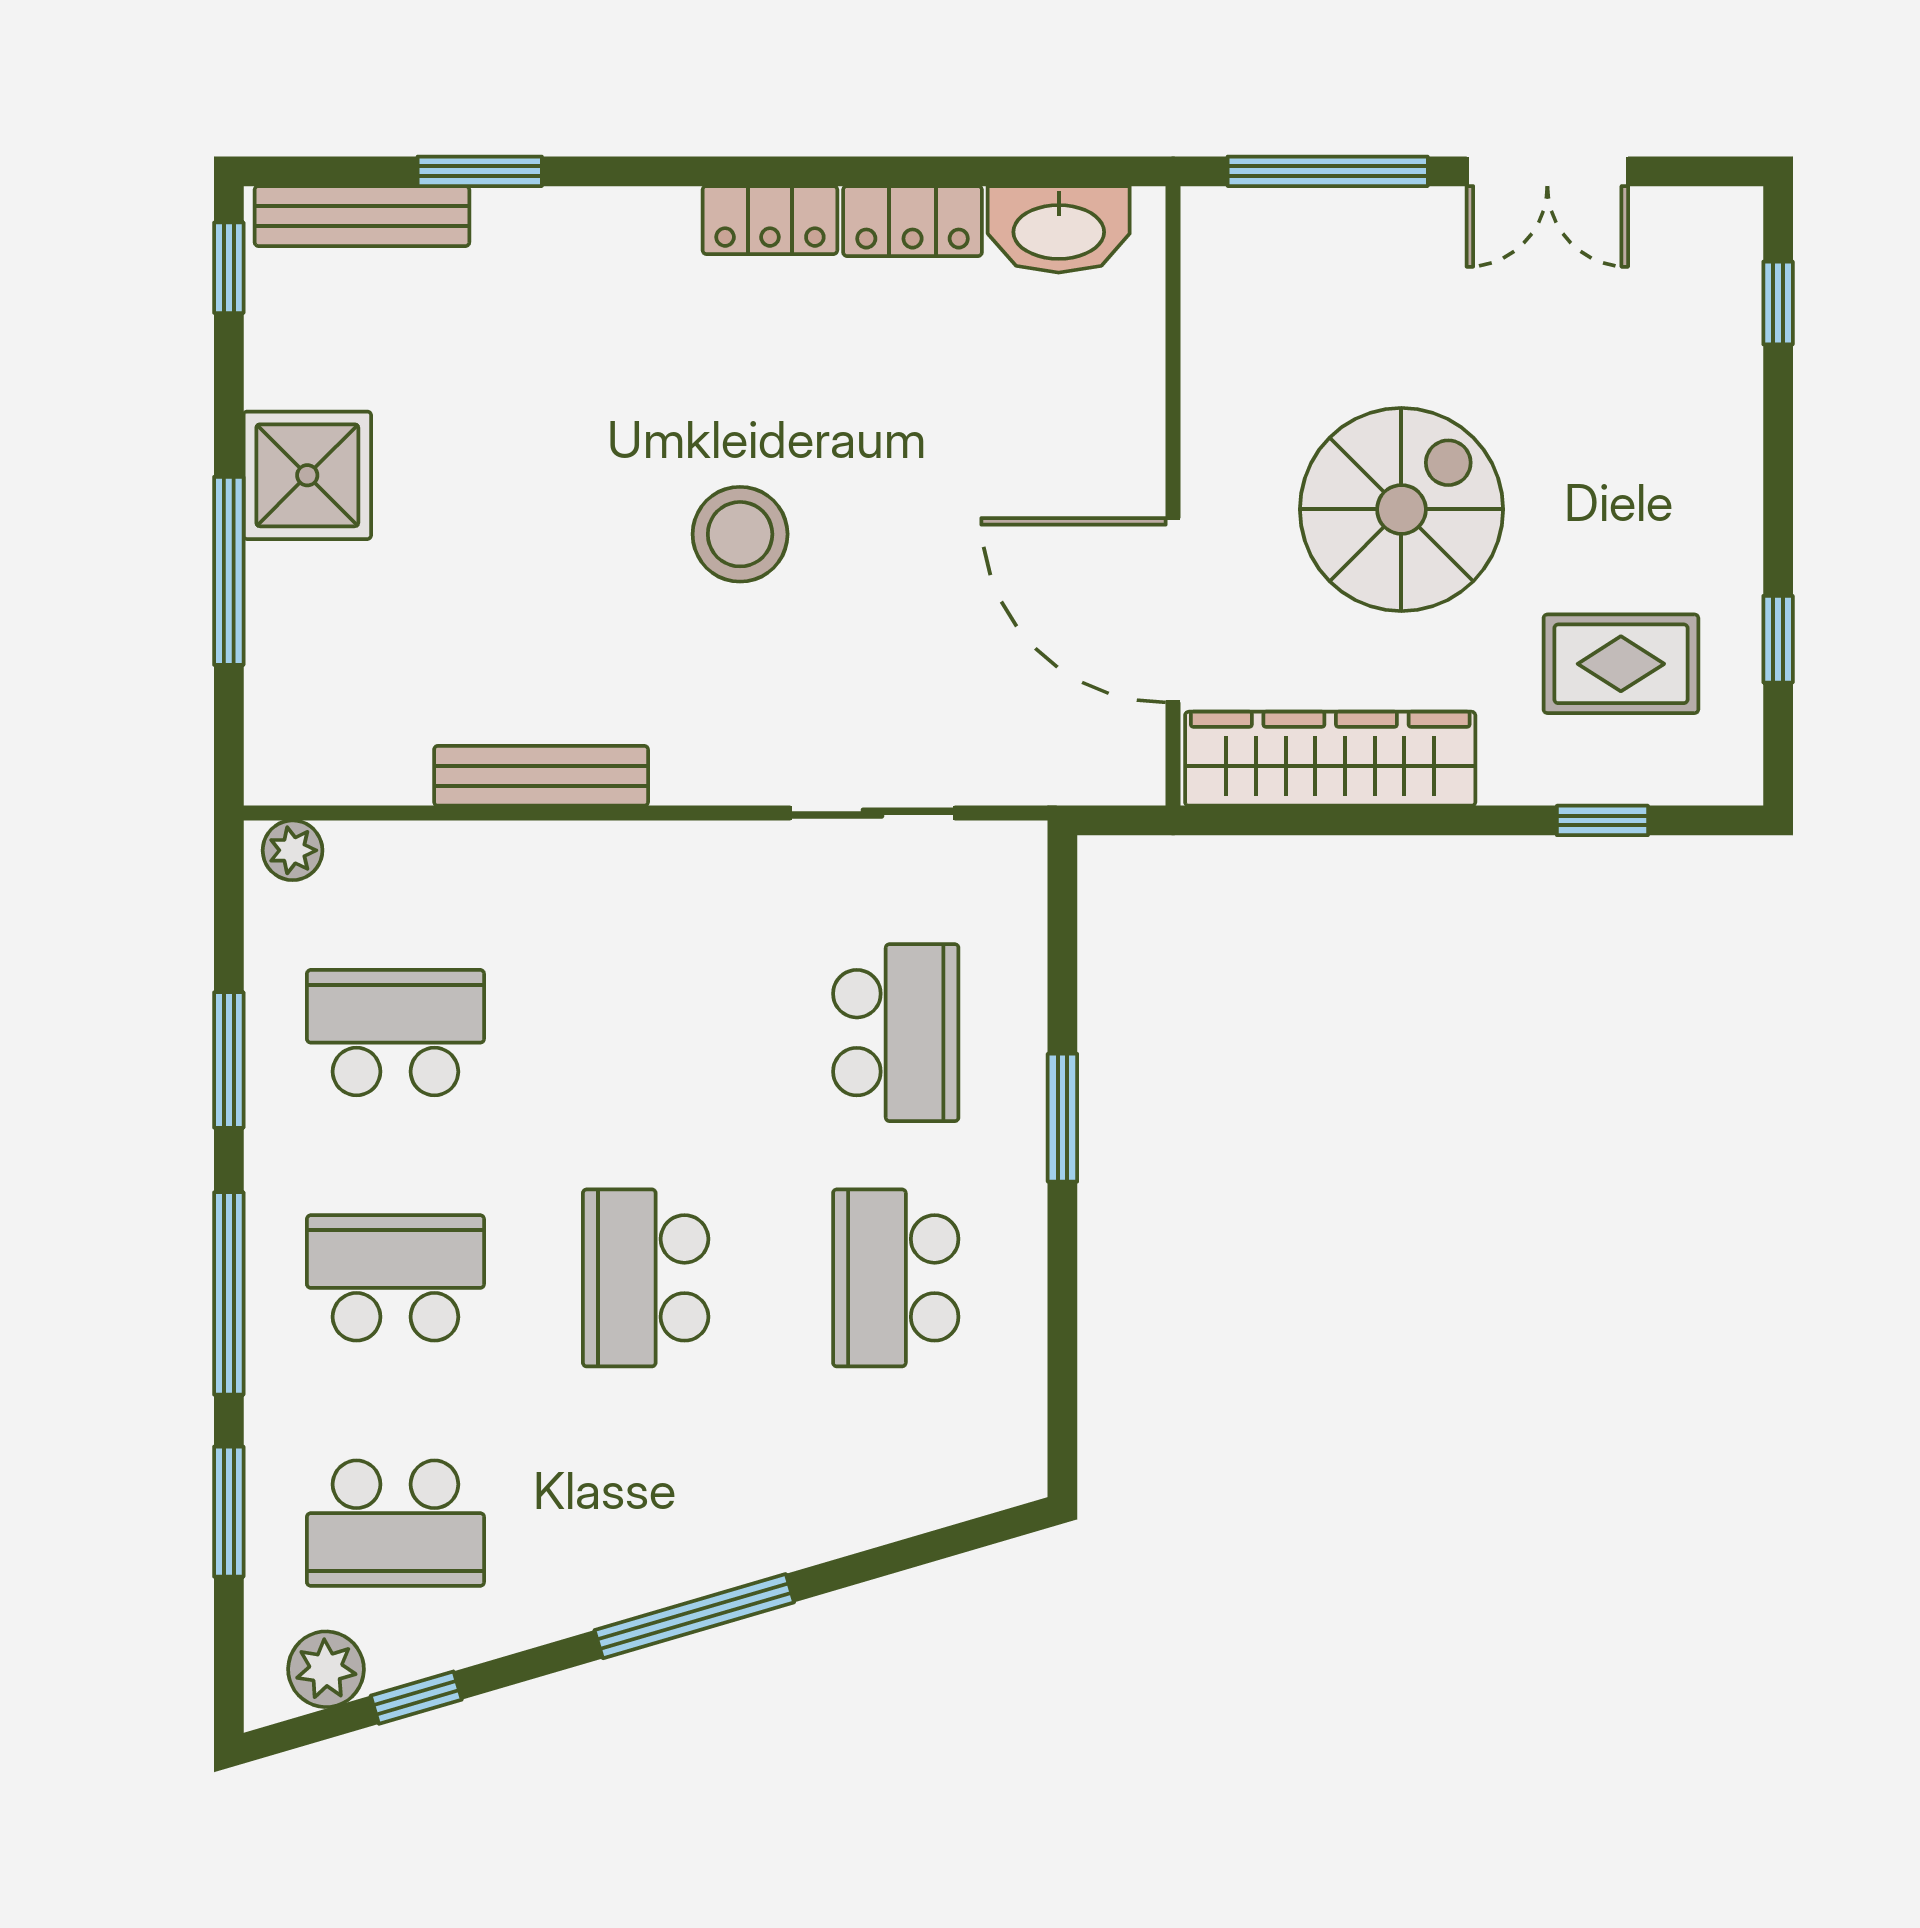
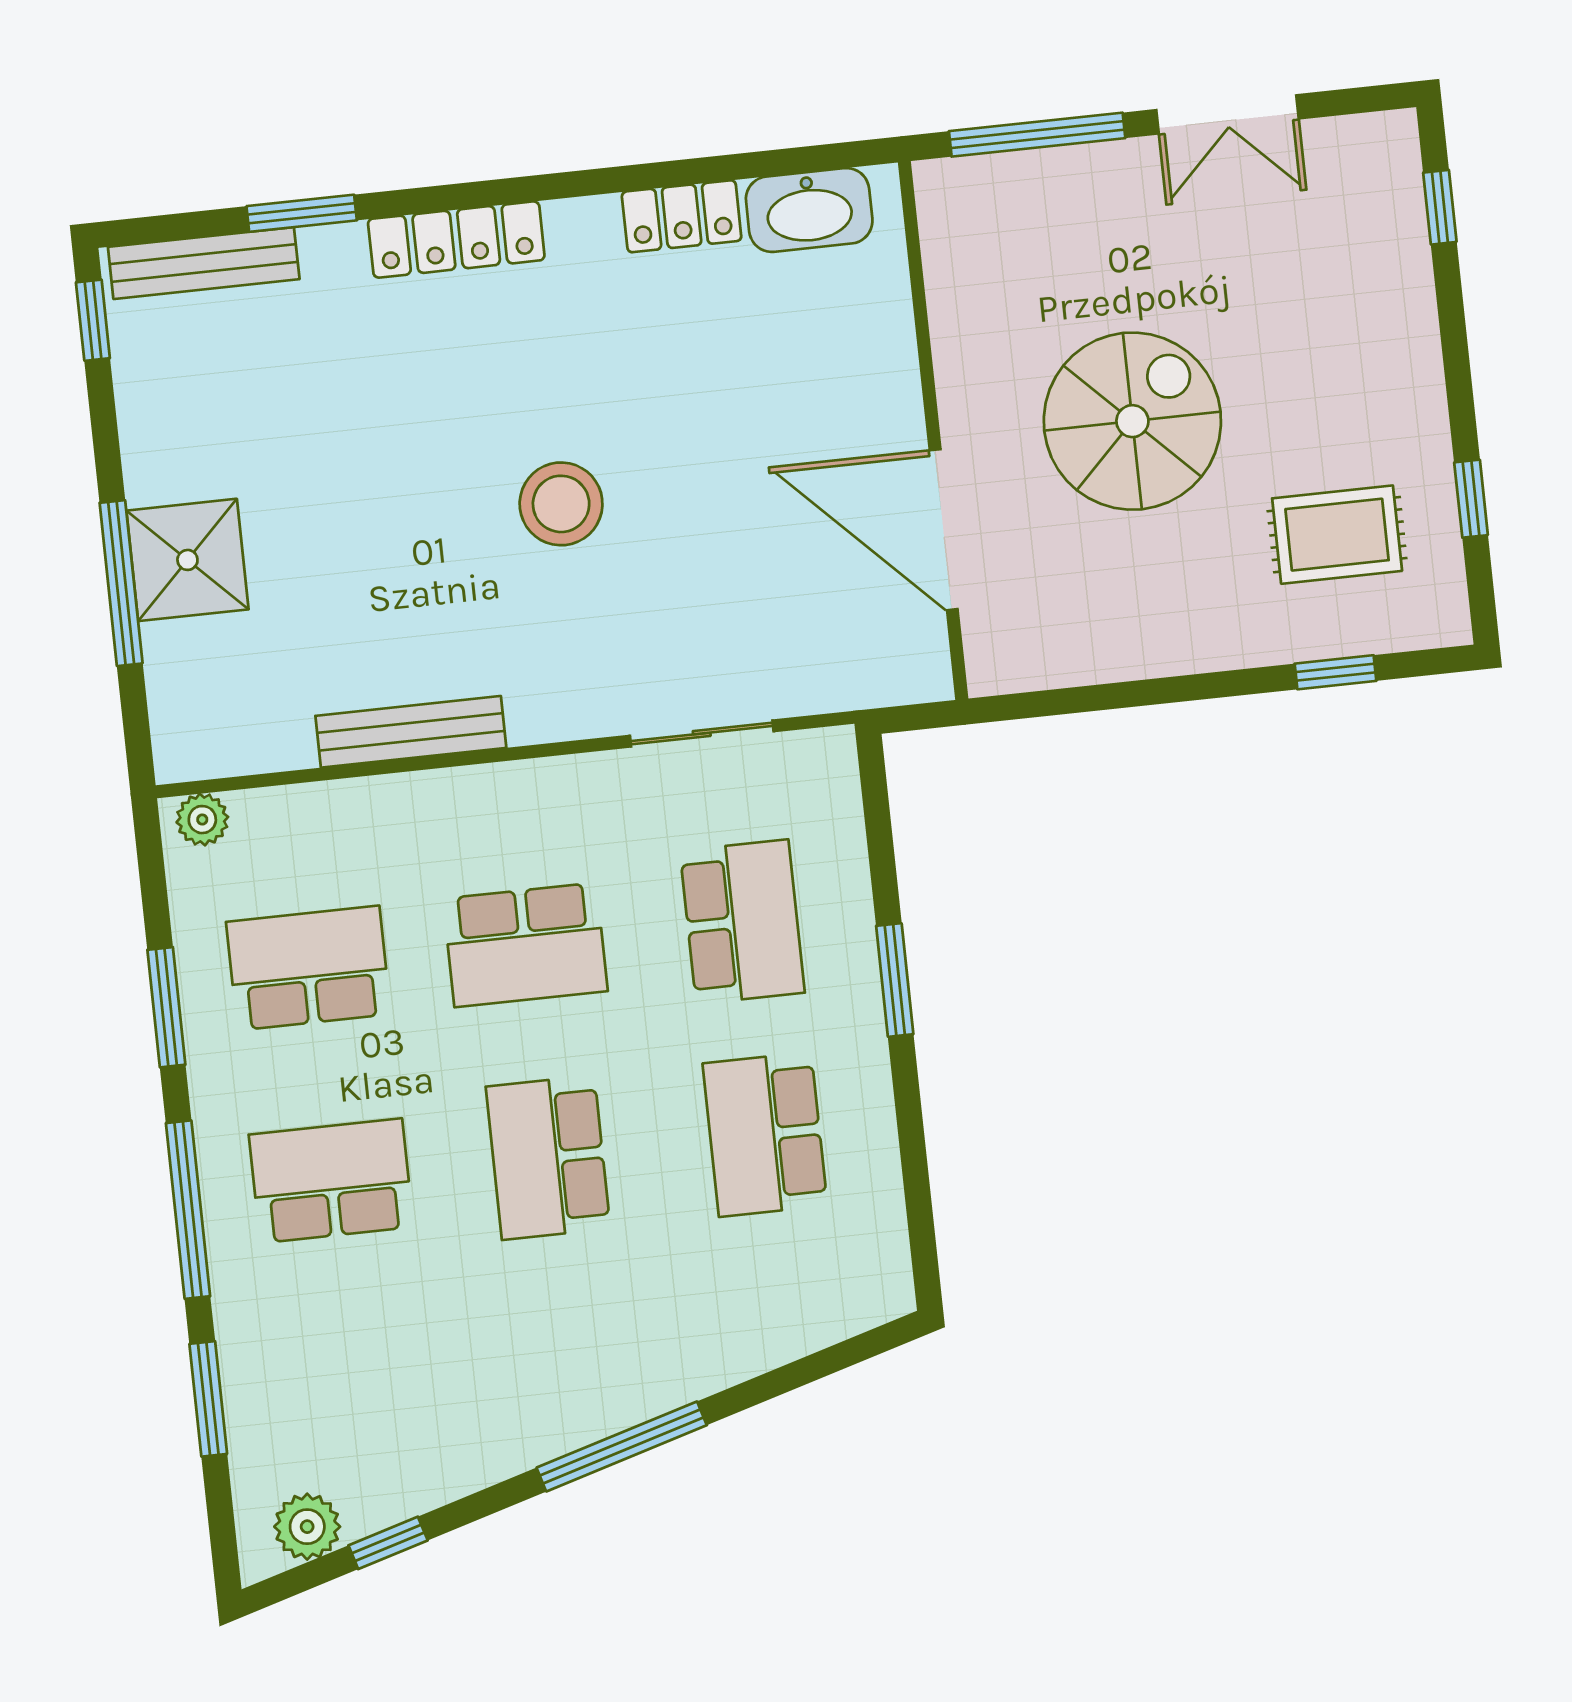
locker: (770, 220) -> (456, 240), moved, width x1.53
shower: (307, 475) -> (187, 560), moved
wardrobe: (1330, 759) -> (1094, 644), removed
school desk: (395, 1523) -> (525, 945), moved

